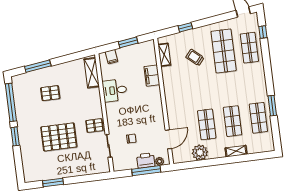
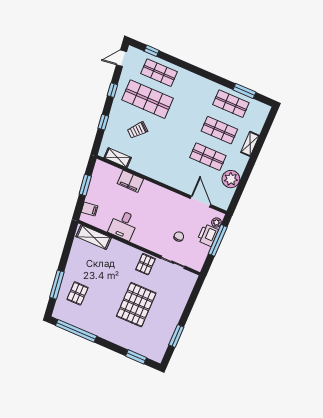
window: (214, 20) -> (112, 90), added
pallet: (50, 93) -> (78, 293), moved
window: (272, 106) -> (244, 91), moved
window: (15, 136) -> (136, 357), moved

